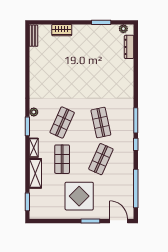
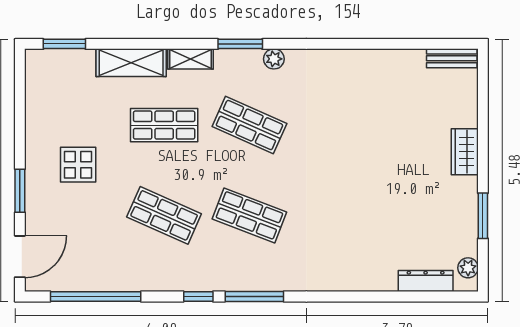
wardrobe: (62, 30) -> (465, 152), moved
shop shelf: (101, 122) -> (249, 215), turned 33
display table: (79, 196) -> (78, 165), width x0.54, depth x0.54

